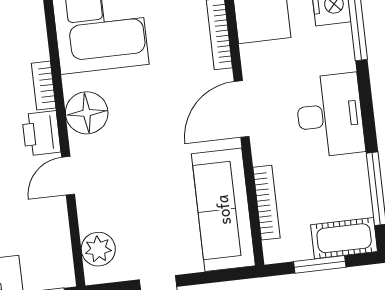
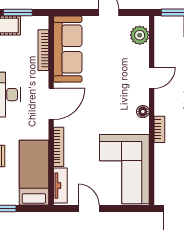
floor lamp: (87, 113) -> (143, 112), width x0.53, depth x0.53
printer: (41, 133) -> (164, 103), removed

